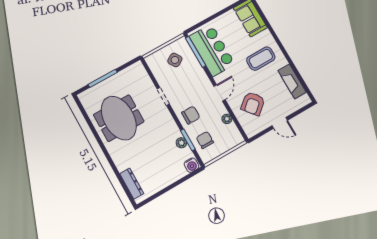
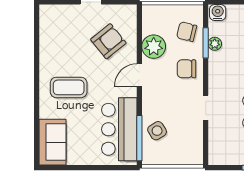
side table: (175, 60) -> (157, 131), moved
fireplace: (292, 81) -> (48, 41), removed
plant: (227, 119) -> (154, 47), width x1.88, depth x1.88
chair: (205, 140) -> (187, 32), turned 104

